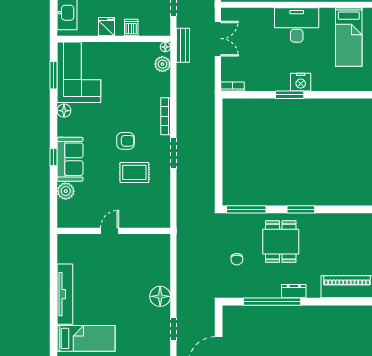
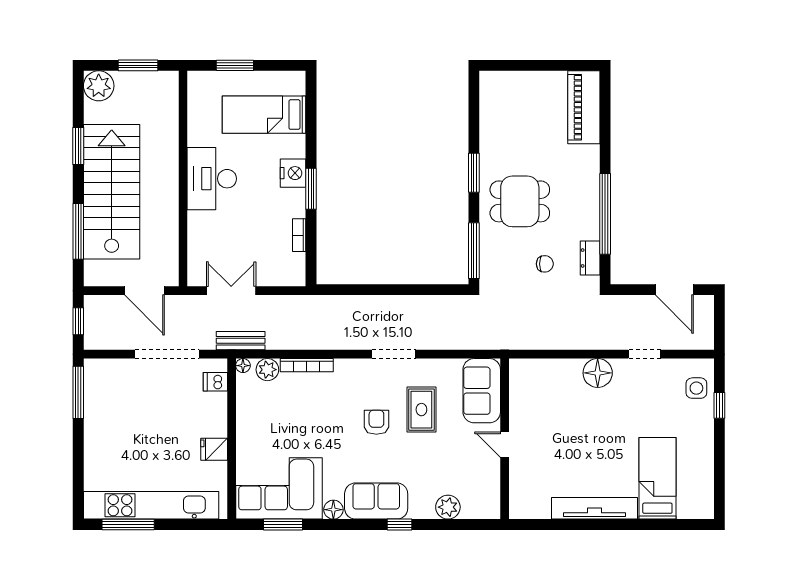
dishwasher: (131, 28) -> (215, 382), moved
bed: (349, 37) -> (264, 115), moved, turned 180
bookcase: (233, 86) -> (299, 235), moved
bookcase: (166, 116) -> (307, 365), moved
sofa: (70, 159) -> (376, 501), moved
sofa: (148, 215) -> (482, 391), added
dresser: (294, 291) -> (590, 258), moved

